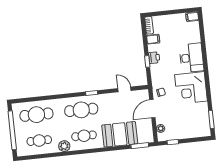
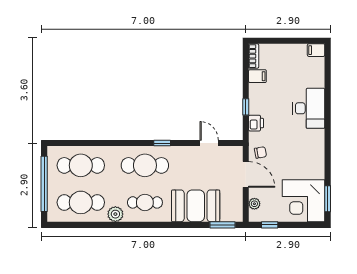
printer: (154, 58) -> (256, 123), moved
corner desk: (191, 88) -> (303, 201), moved
door: (152, 109) -> (246, 174), swing flipped
cafe table: (39, 141) -> (81, 202), width x1.37, depth x1.35

